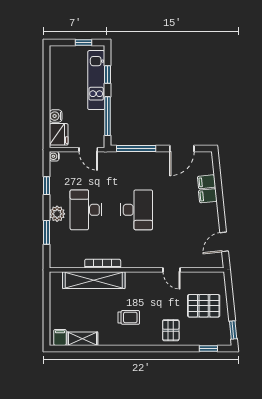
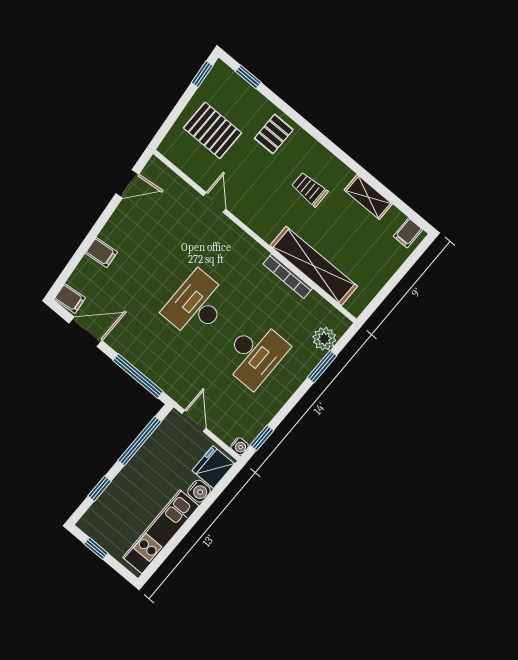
kitchen unit: (96, 80) -> (161, 532), moved, turned 180
filing cabinet: (207, 182) -> (70, 298), moved
window: (46, 186) -> (262, 438), moved
plant: (57, 214) -> (324, 339), moved
shelving: (82, 339) -> (368, 197), moved

